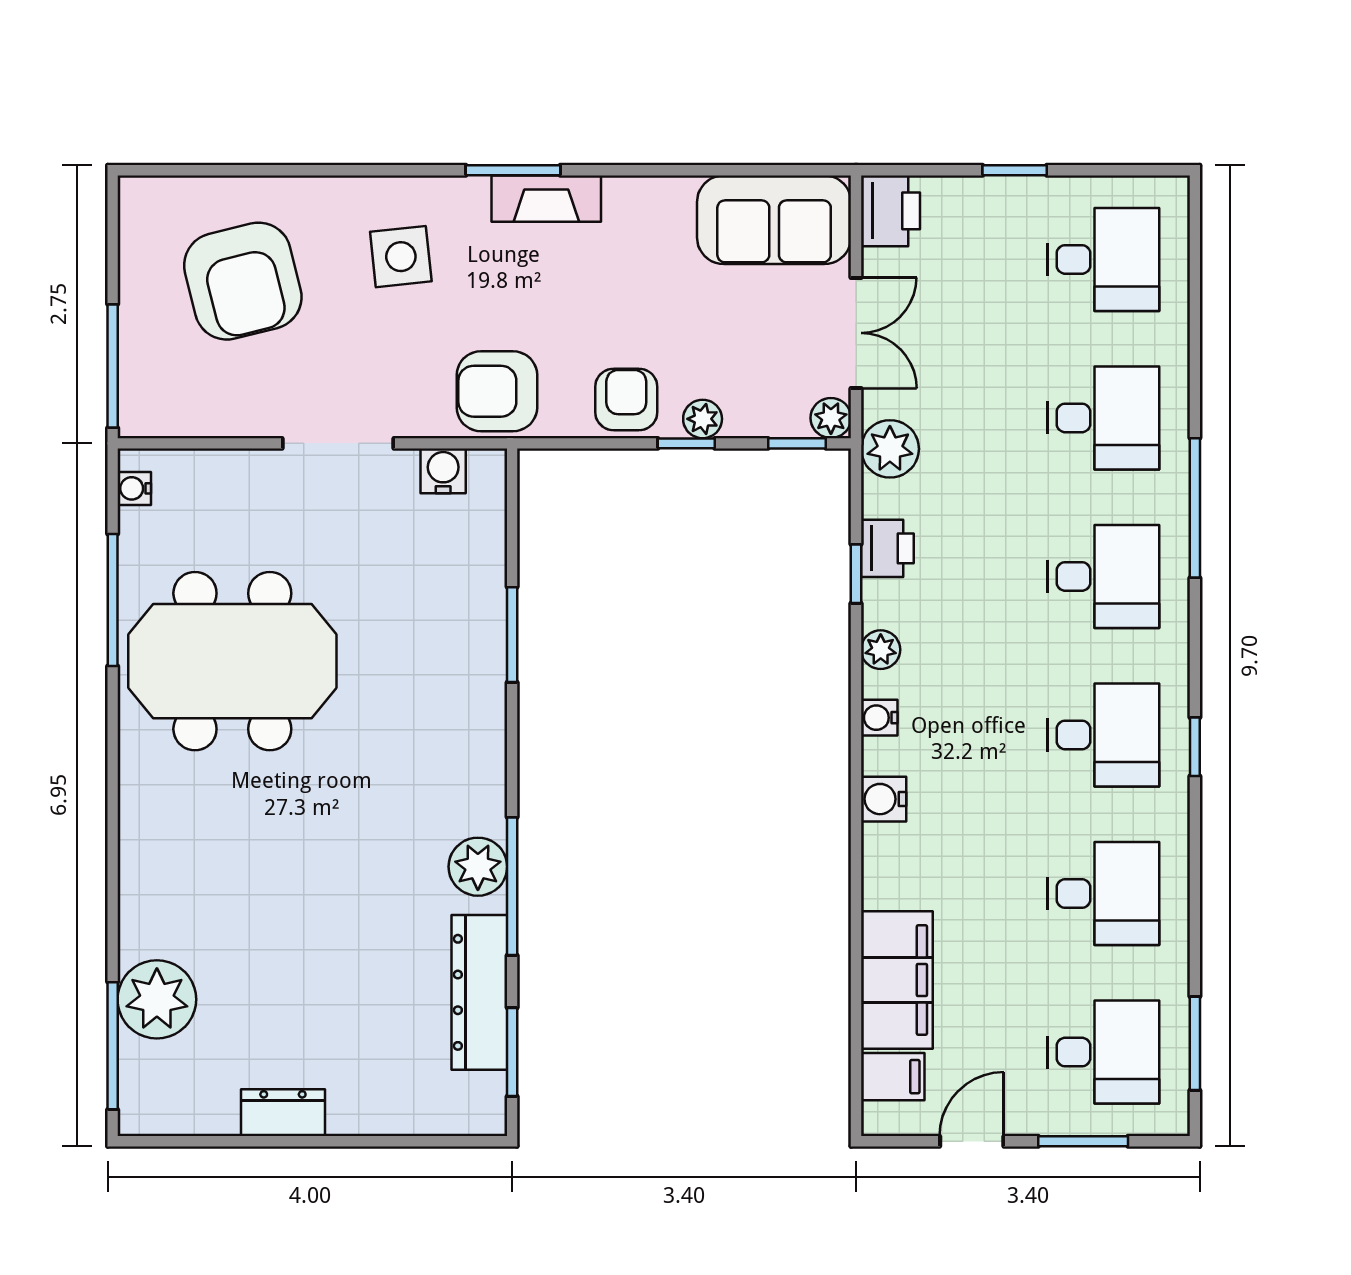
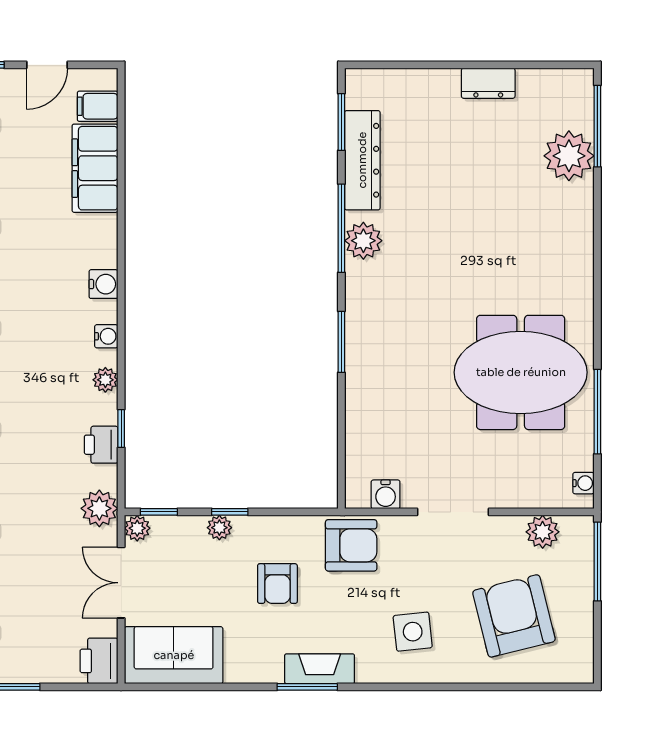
window: (513, 170) -> (307, 687), moved
armchair: (626, 399) -> (277, 584), moved
plant: (198, 412) -> (543, 532), added
window: (512, 635) -> (341, 342), moved

